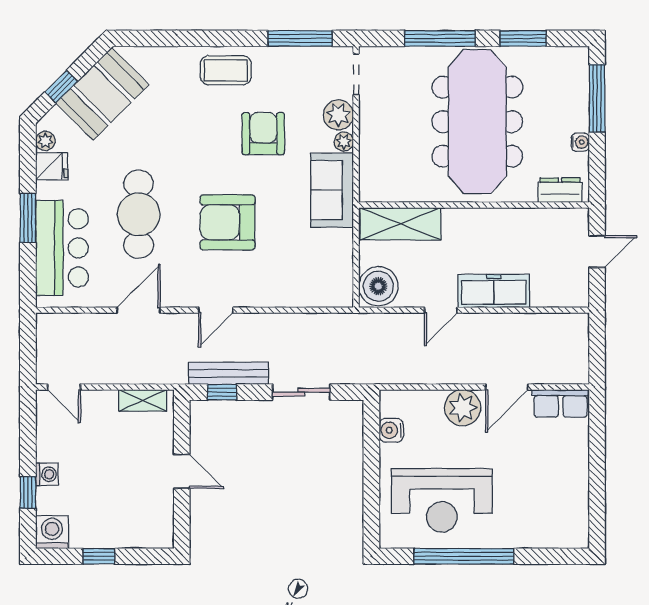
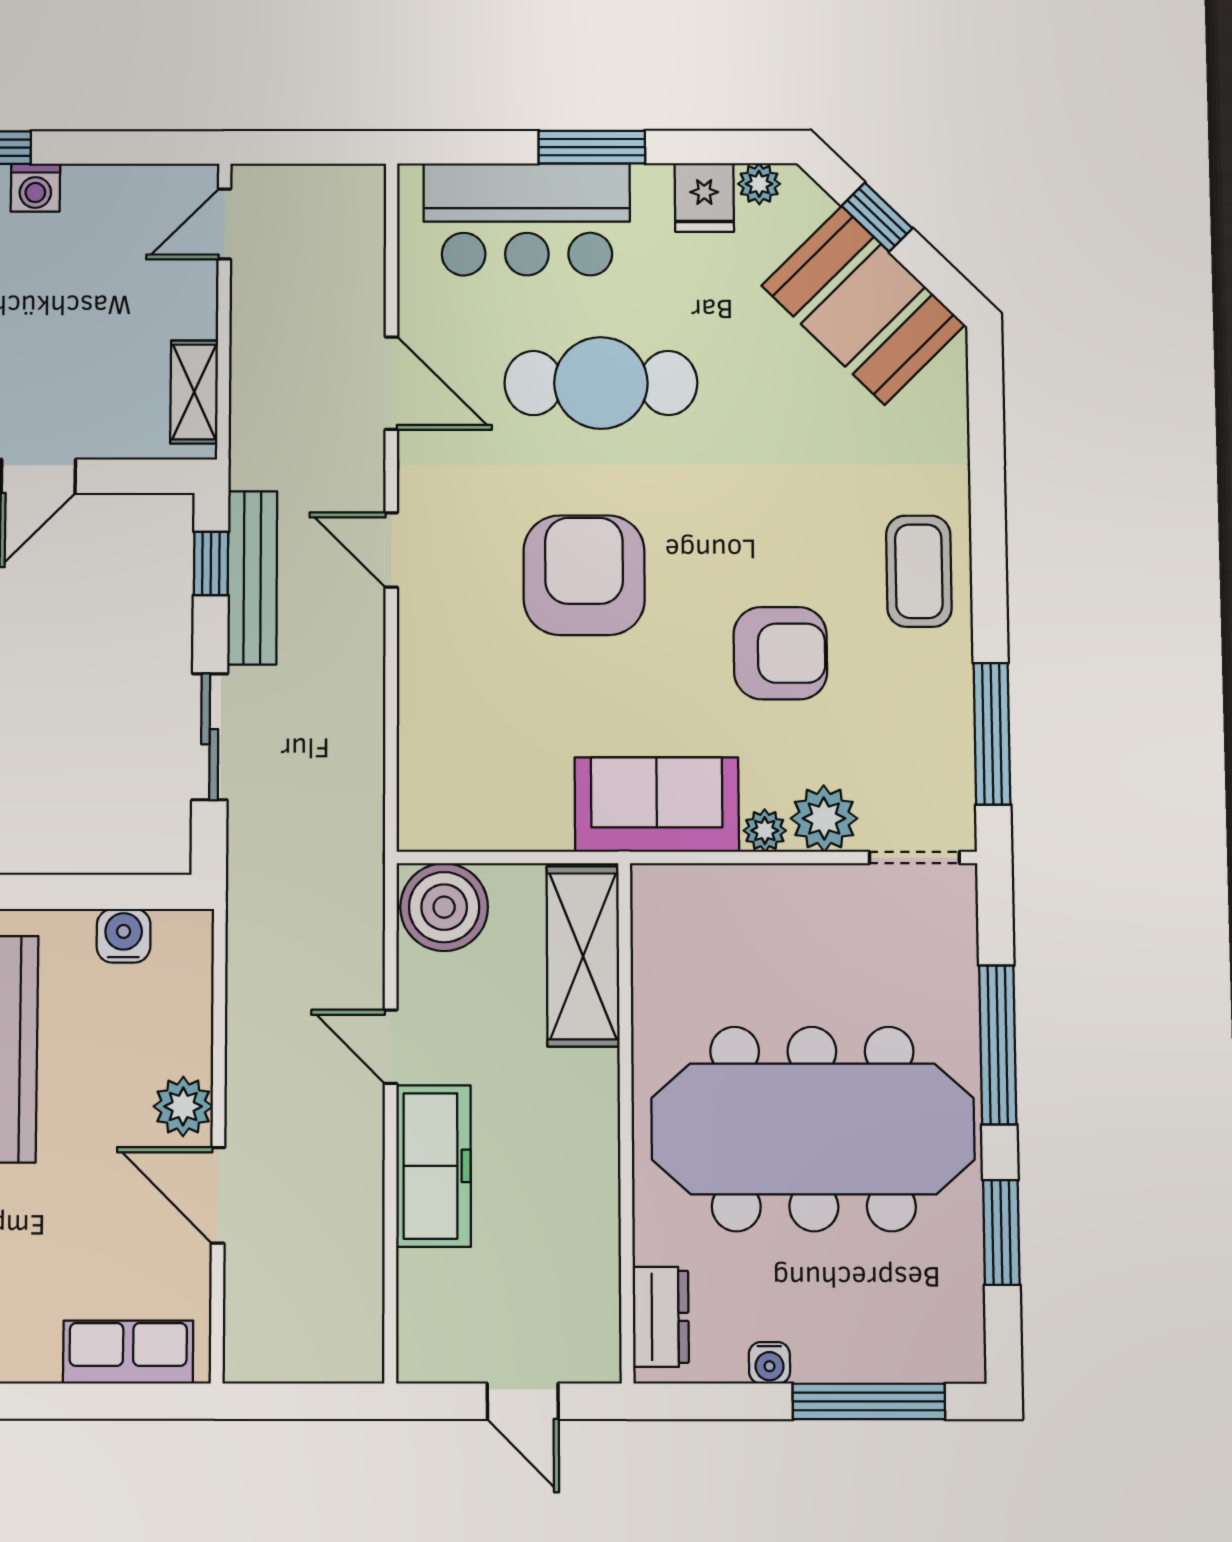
row of seats: (561, 403) -> (128, 1352), moved, turned 90
plant: (463, 408) -> (183, 1106), width x0.73, depth x0.73

